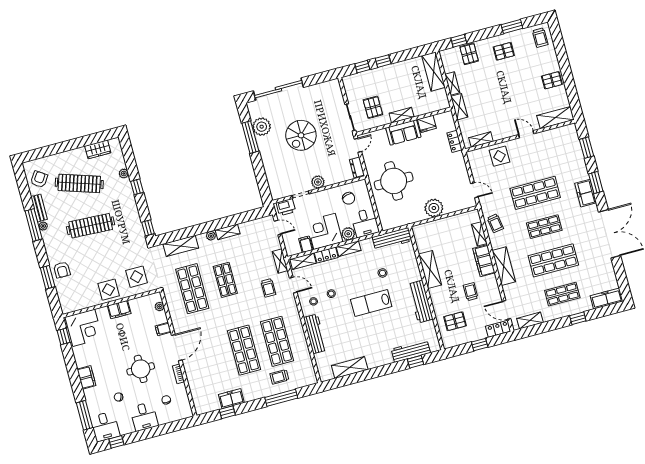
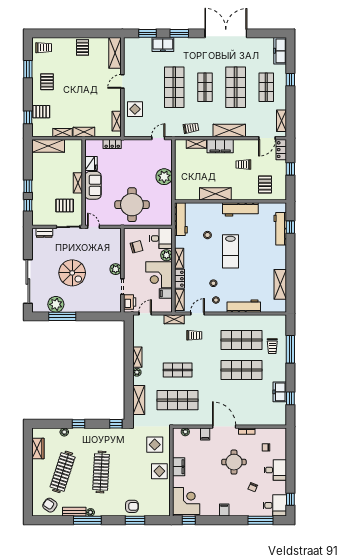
dresser: (357, 167) -> (44, 233), moved
freezer: (586, 193) -> (163, 45), moved
filing cabinet: (86, 377) -> (224, 510), width x0.50

